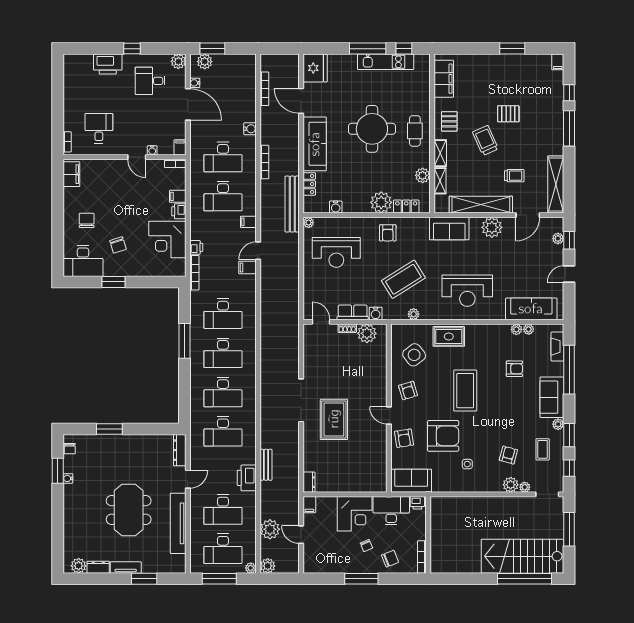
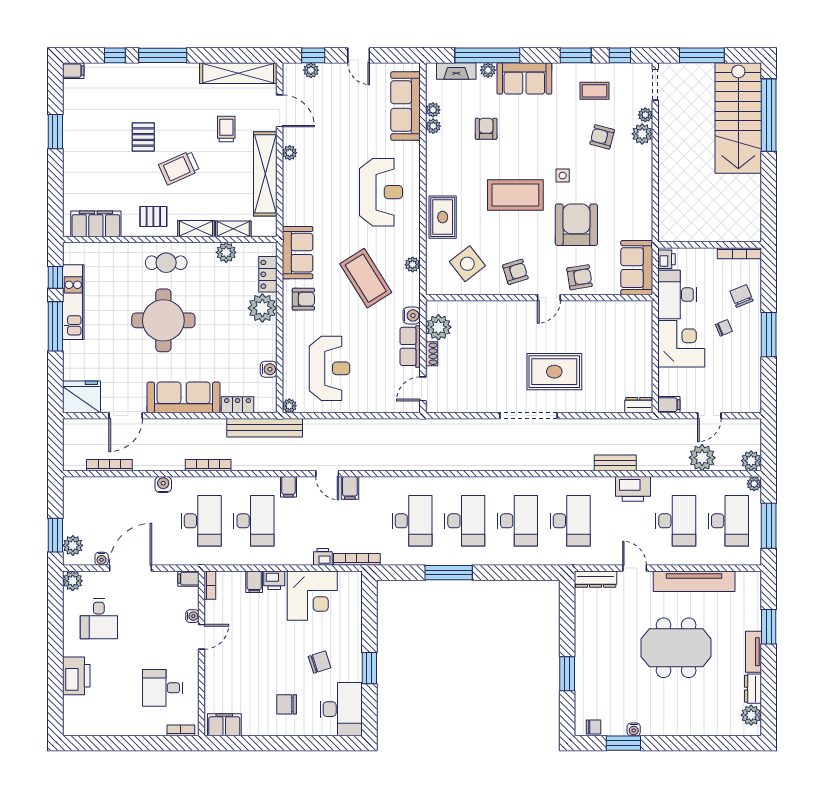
window: (132, 49) -> (55, 643), removed
plant: (492, 227) -> (290, 153), width x0.53, depth x0.53
sofa: (449, 229) -> (297, 253), moved
plant: (558, 424) -> (488, 70), moved
side table: (467, 464) -> (563, 176), moved

